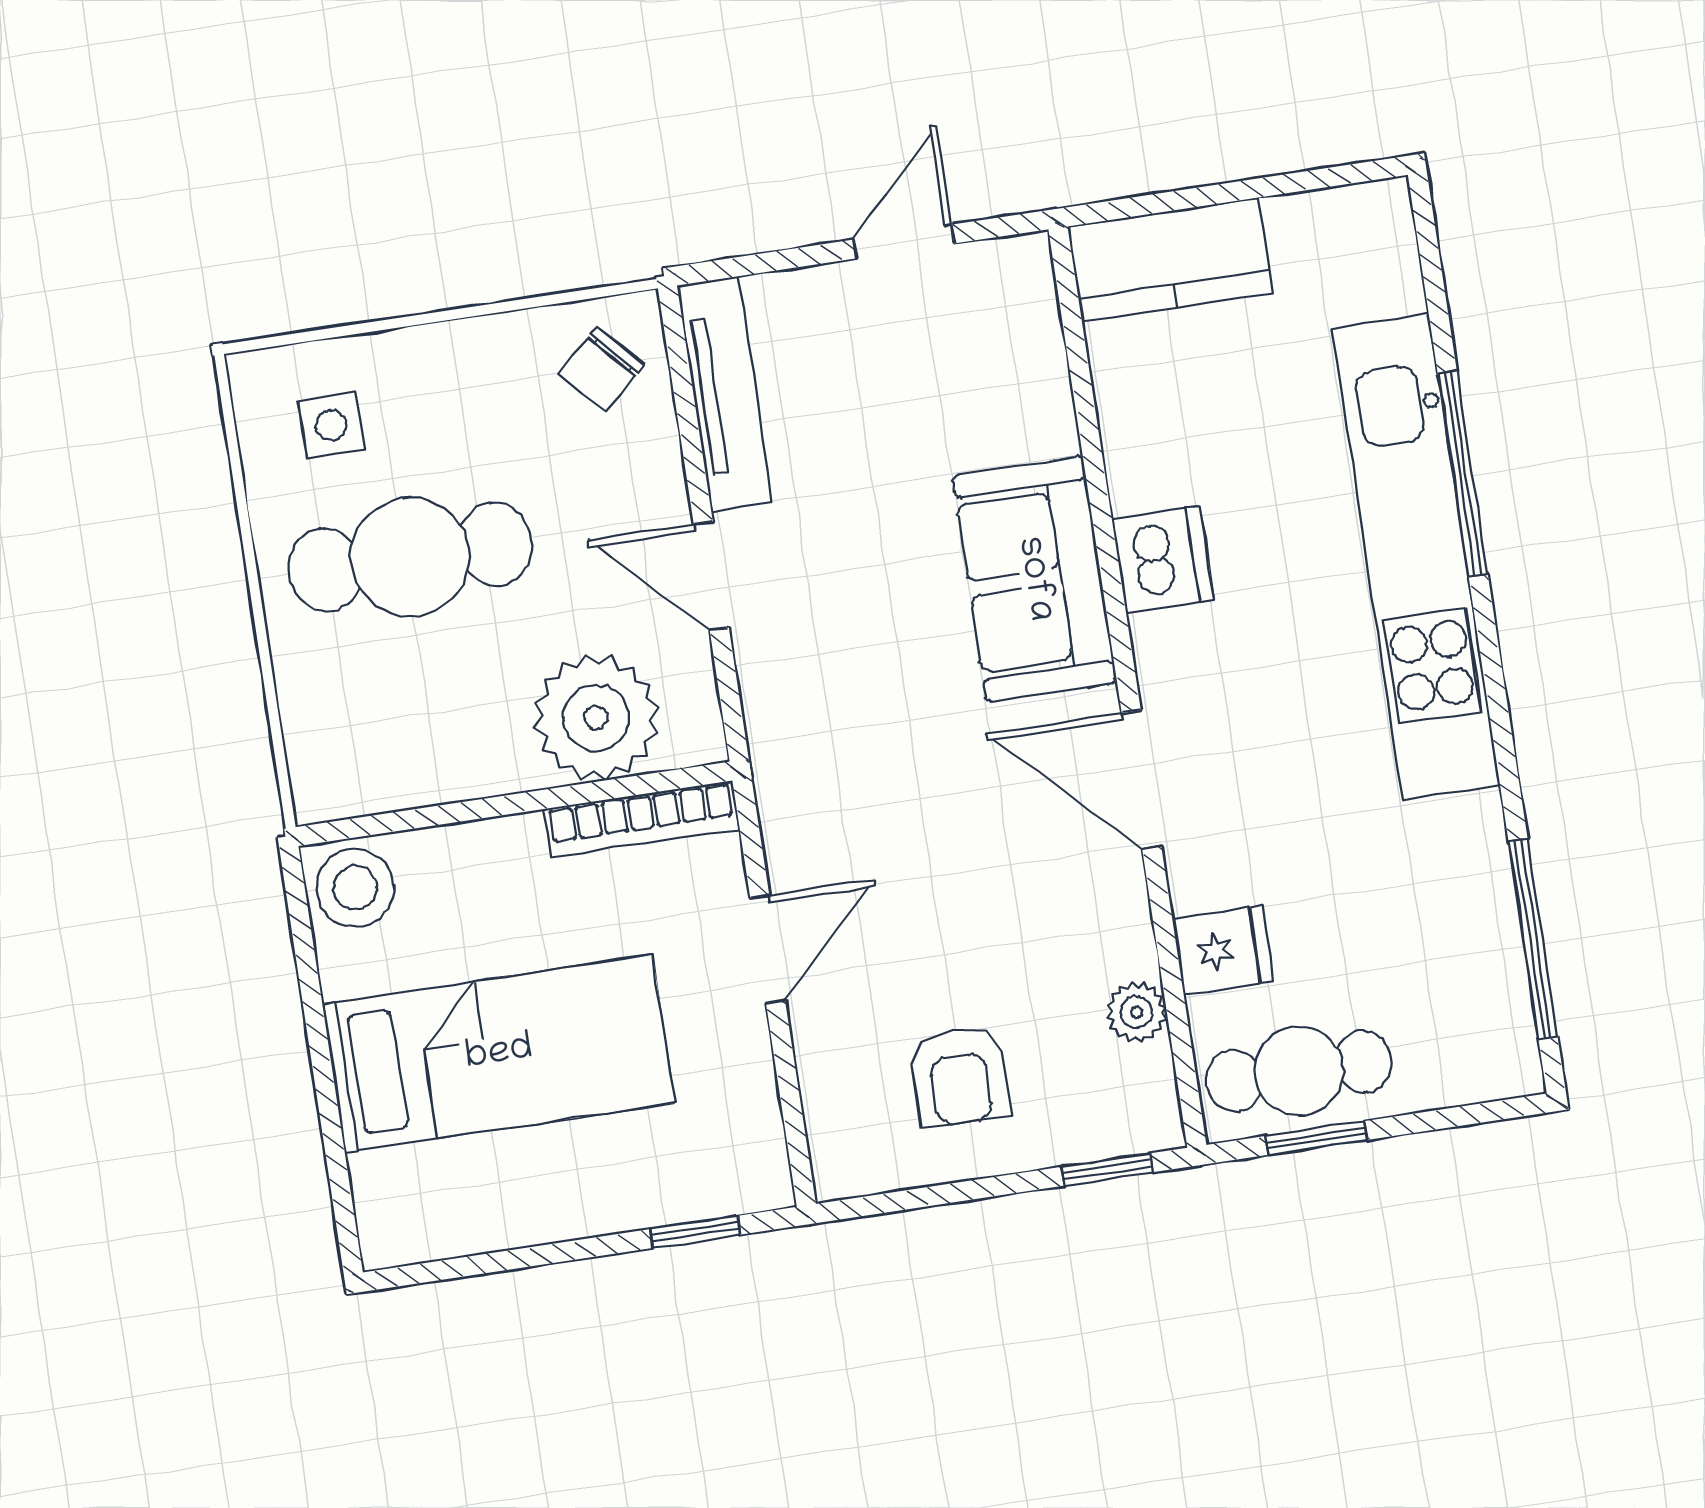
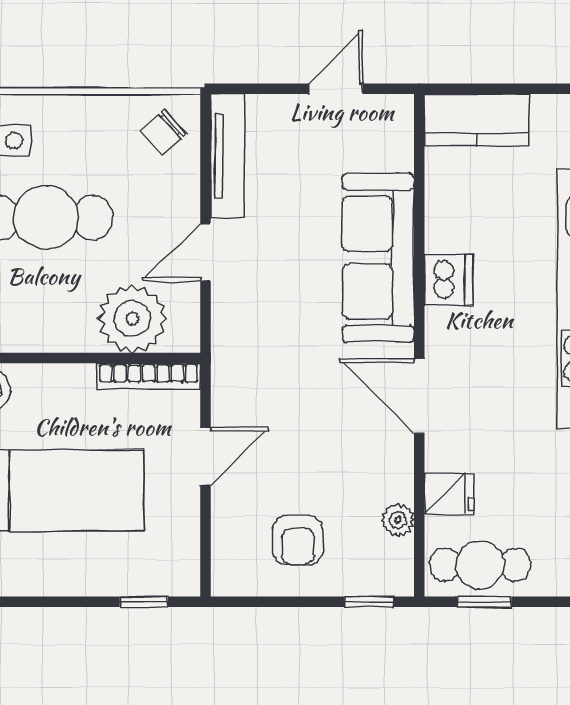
door: (711, 576) -> (205, 252), hinge flipped
sofa: (1034, 579) -> (378, 258), width x1.36

